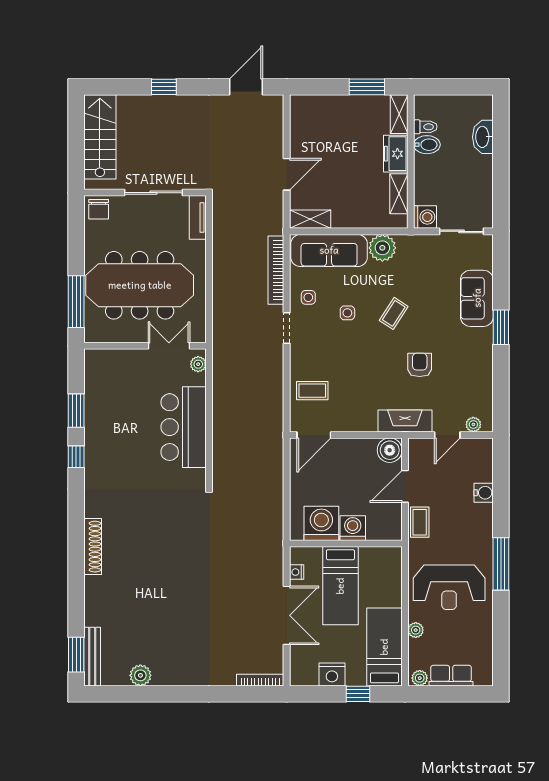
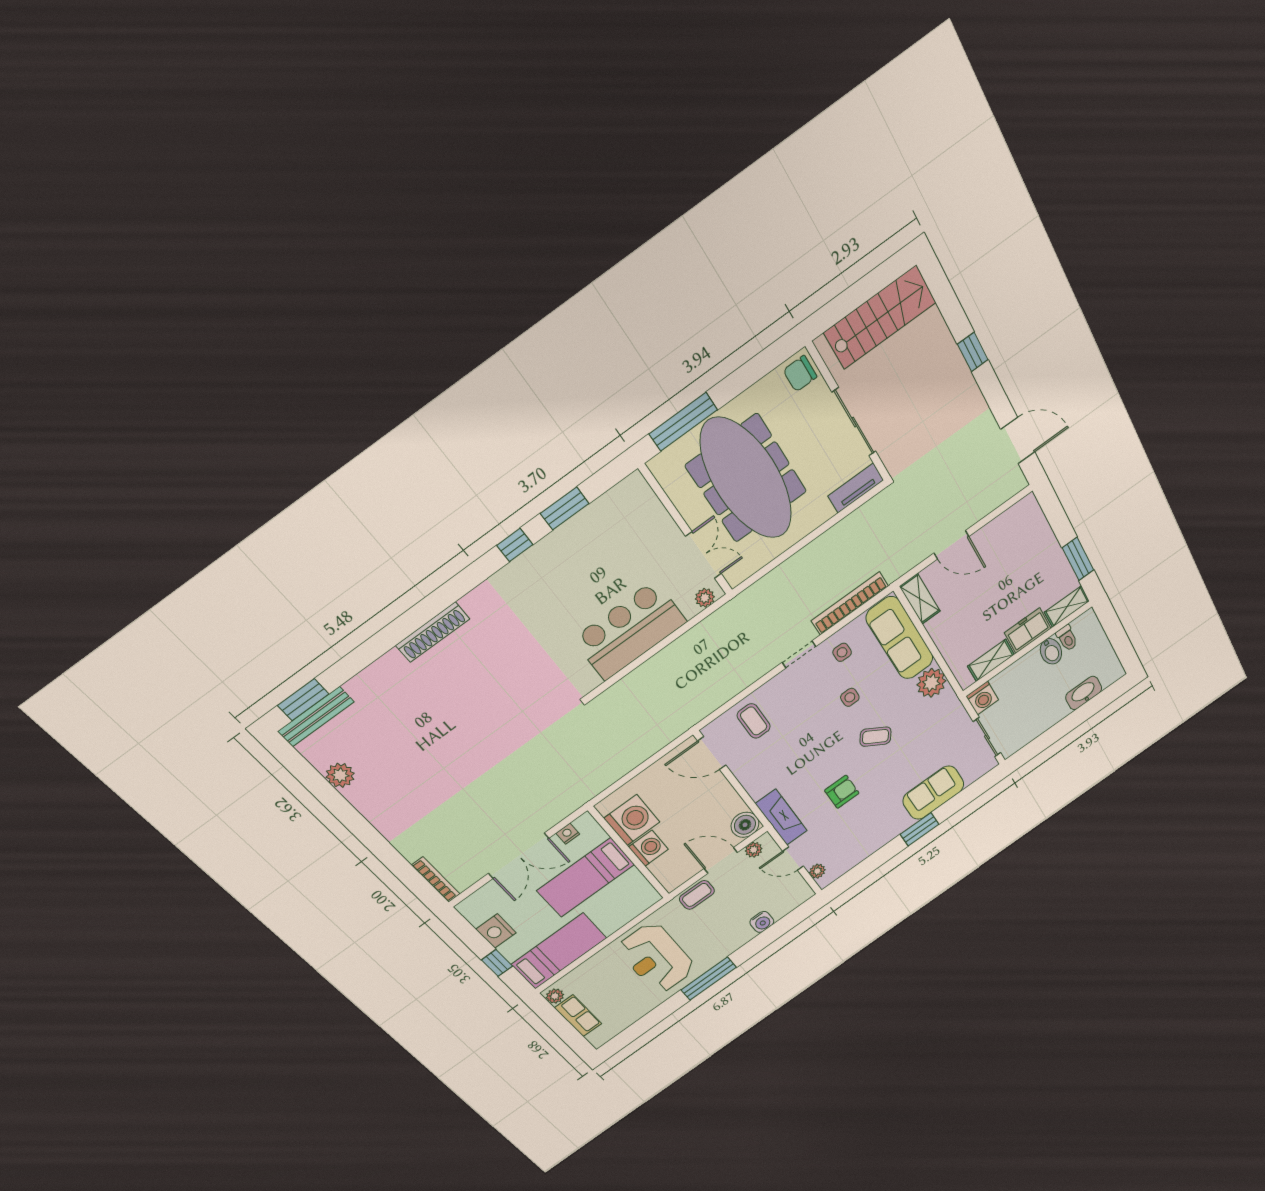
plant: (416, 630) -> (754, 850), moved

